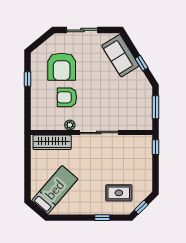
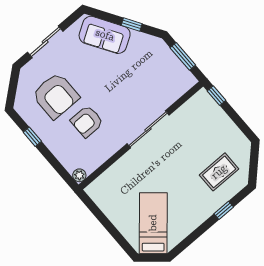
plant: (70, 125) -> (79, 175), moved
wardrobe: (52, 142) -> (110, 179), removed
window: (141, 207) -> (253, 167), removed

